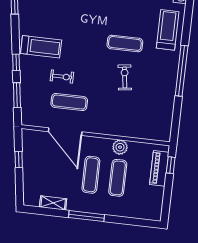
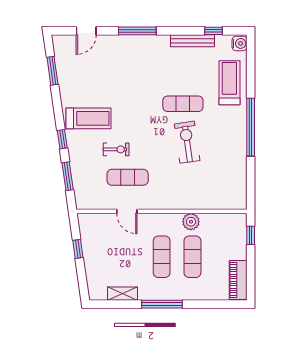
exercise bike: (125, 77) -> (187, 142), width x1.38, depth x1.39
door: (65, 132) -> (127, 211), width x0.53
piano: (159, 168) -> (238, 280), moved

